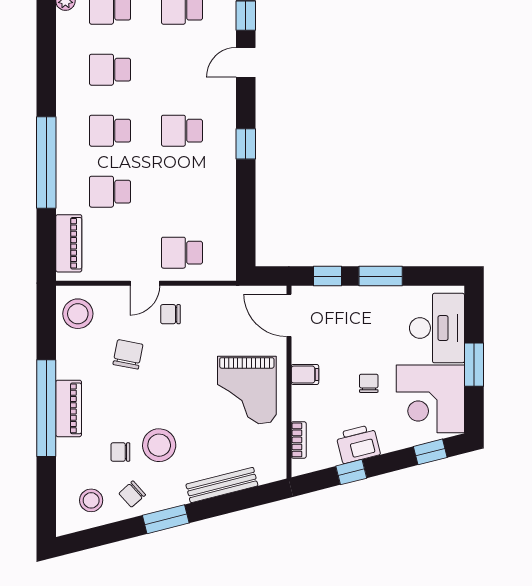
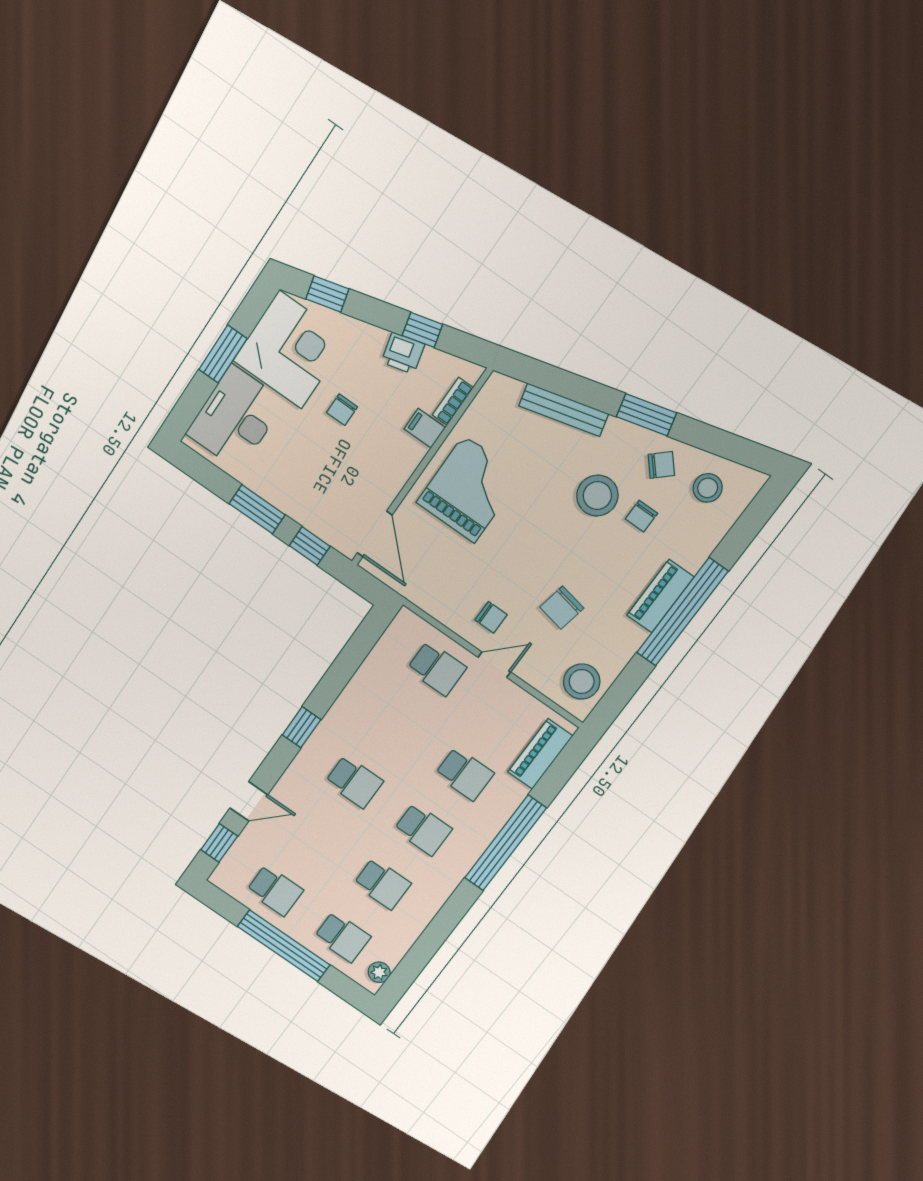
filing cabinet: (305, 375) -> (425, 428), moved
printer: (358, 444) -> (403, 353), width x0.73, depth x0.81
chair: (120, 452) -> (641, 516), turned 90

